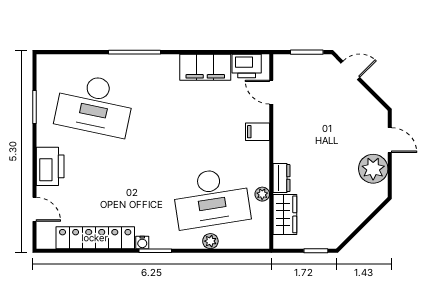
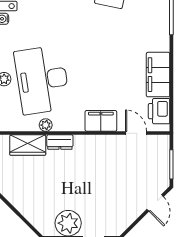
door: (271, 92) -> (136, 133), hinge flipped
filing cabinet: (258, 132) -> (101, 121), width x2.00

